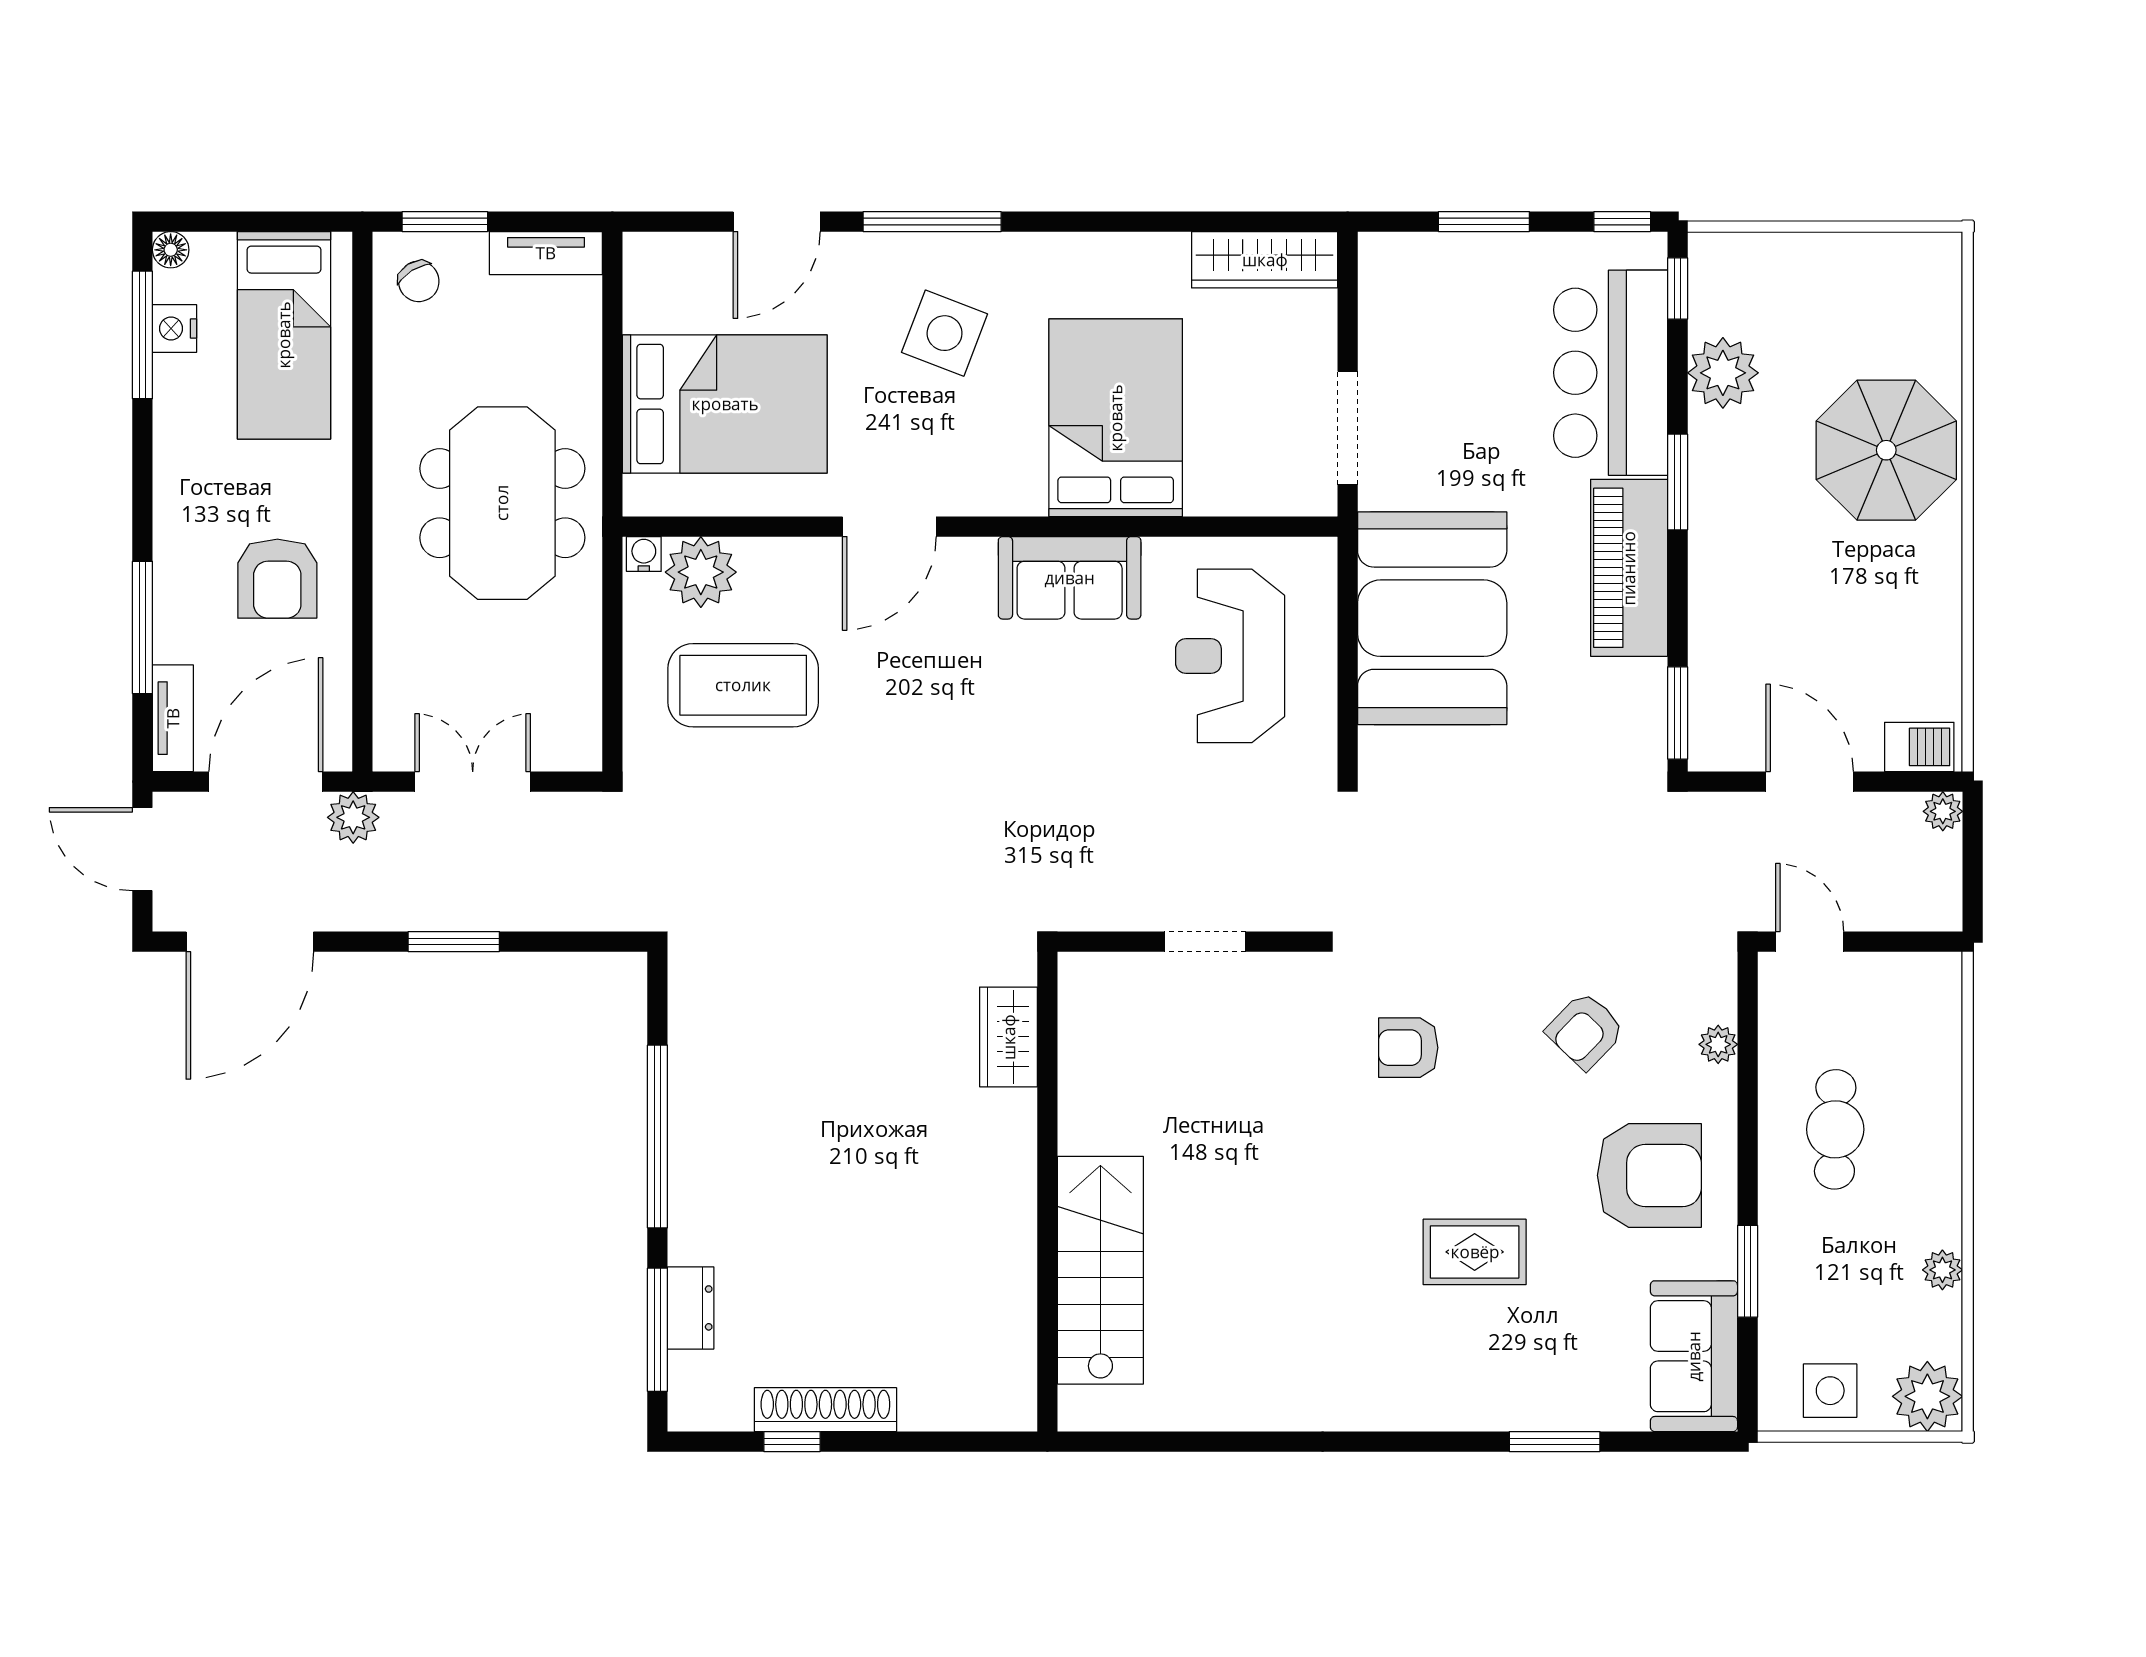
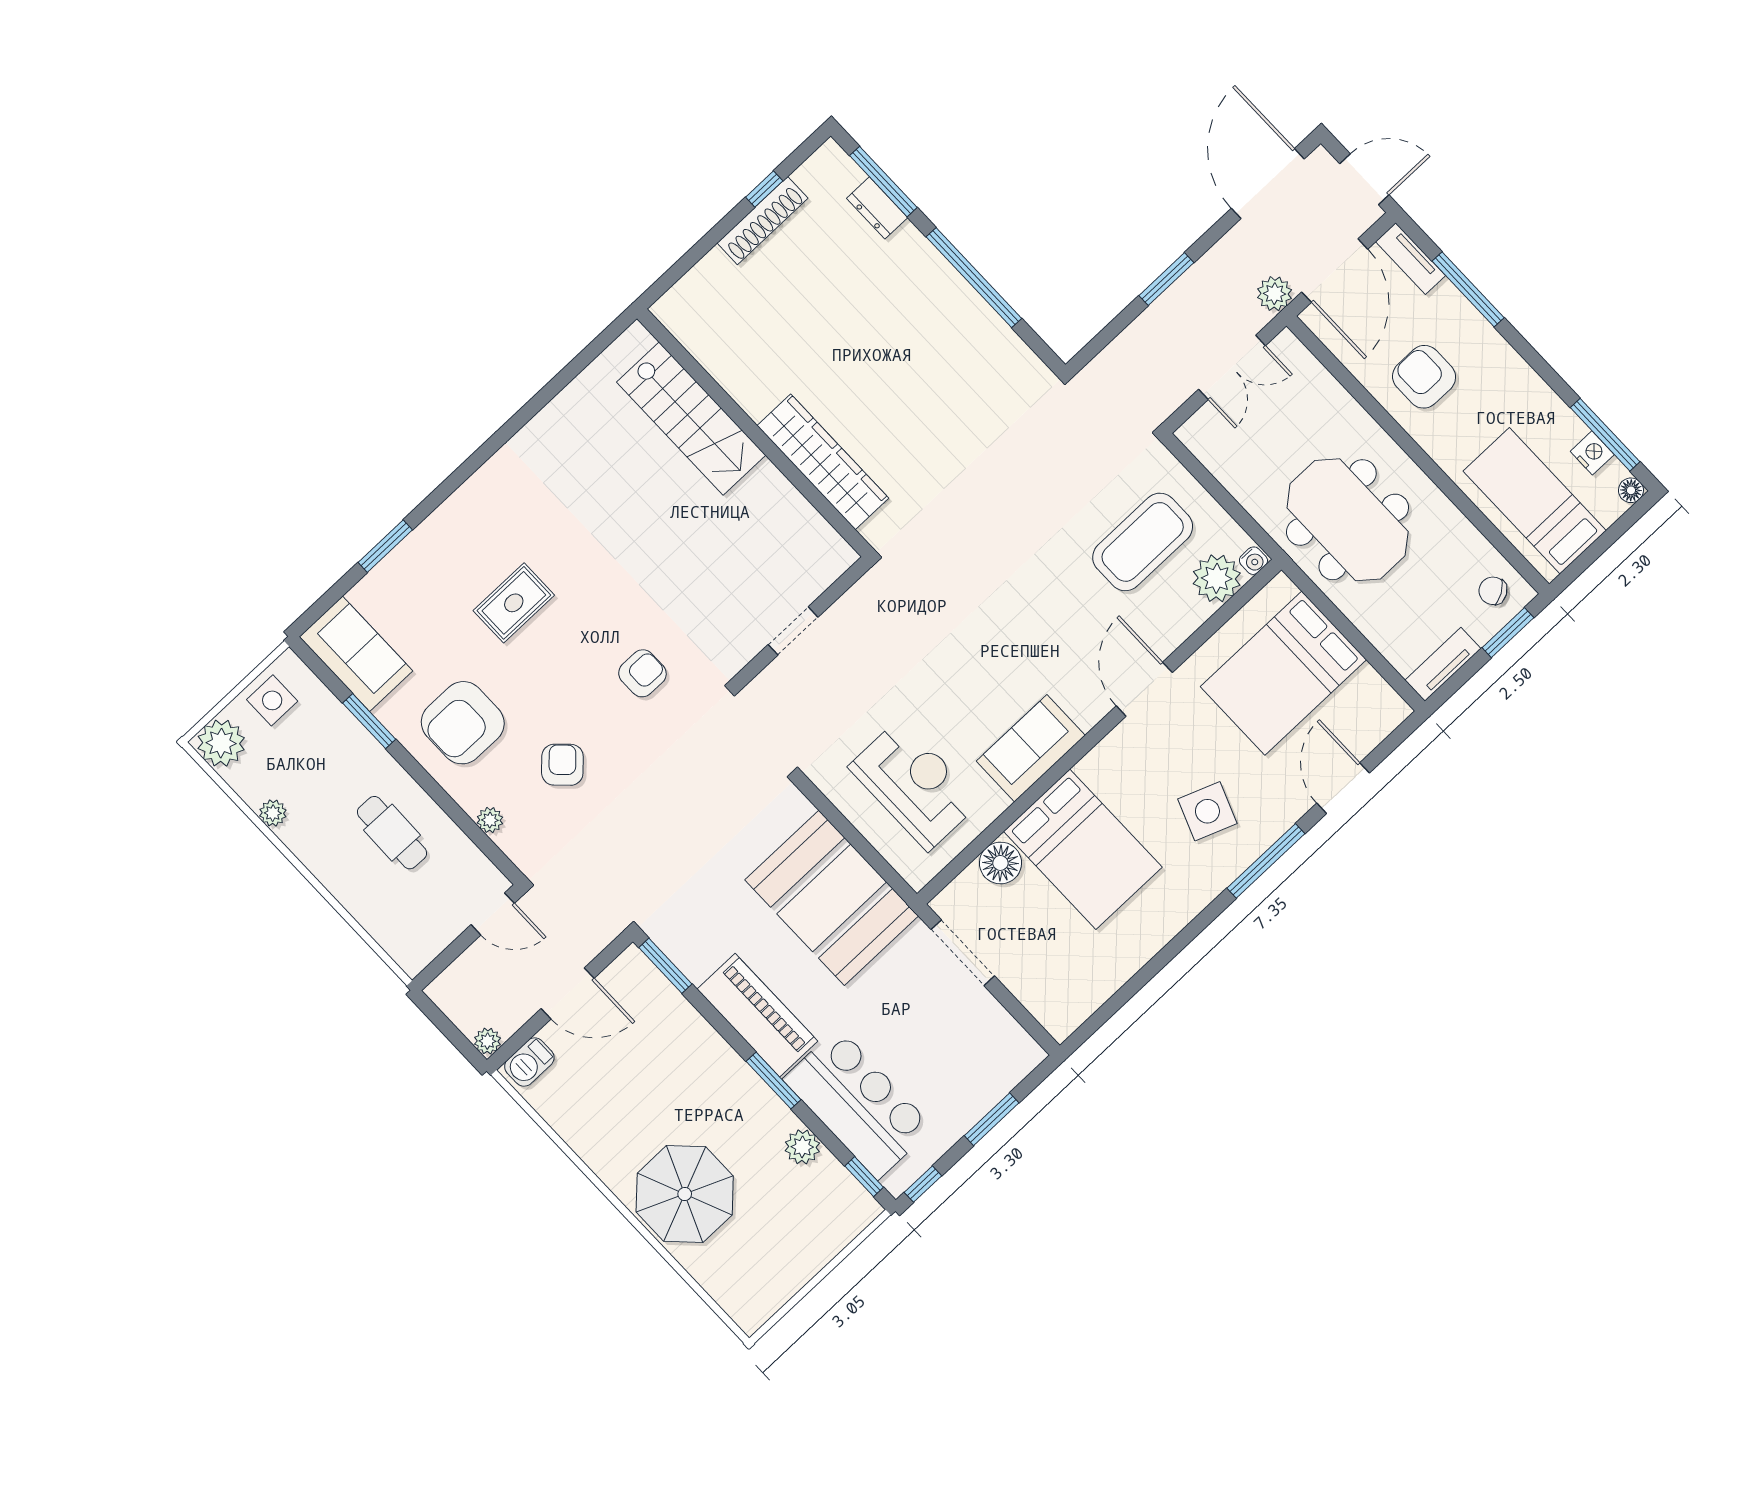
wardrobe: (1265, 260) -> (1083, 998), removed
plant: (1723, 373) -> (802, 1147), width x0.73, depth x0.73
floor lamp: (1217, 486) -> (1000, 863), added
wardrobe: (1009, 1037) -> (823, 462), width x2.10, depth x1.17

